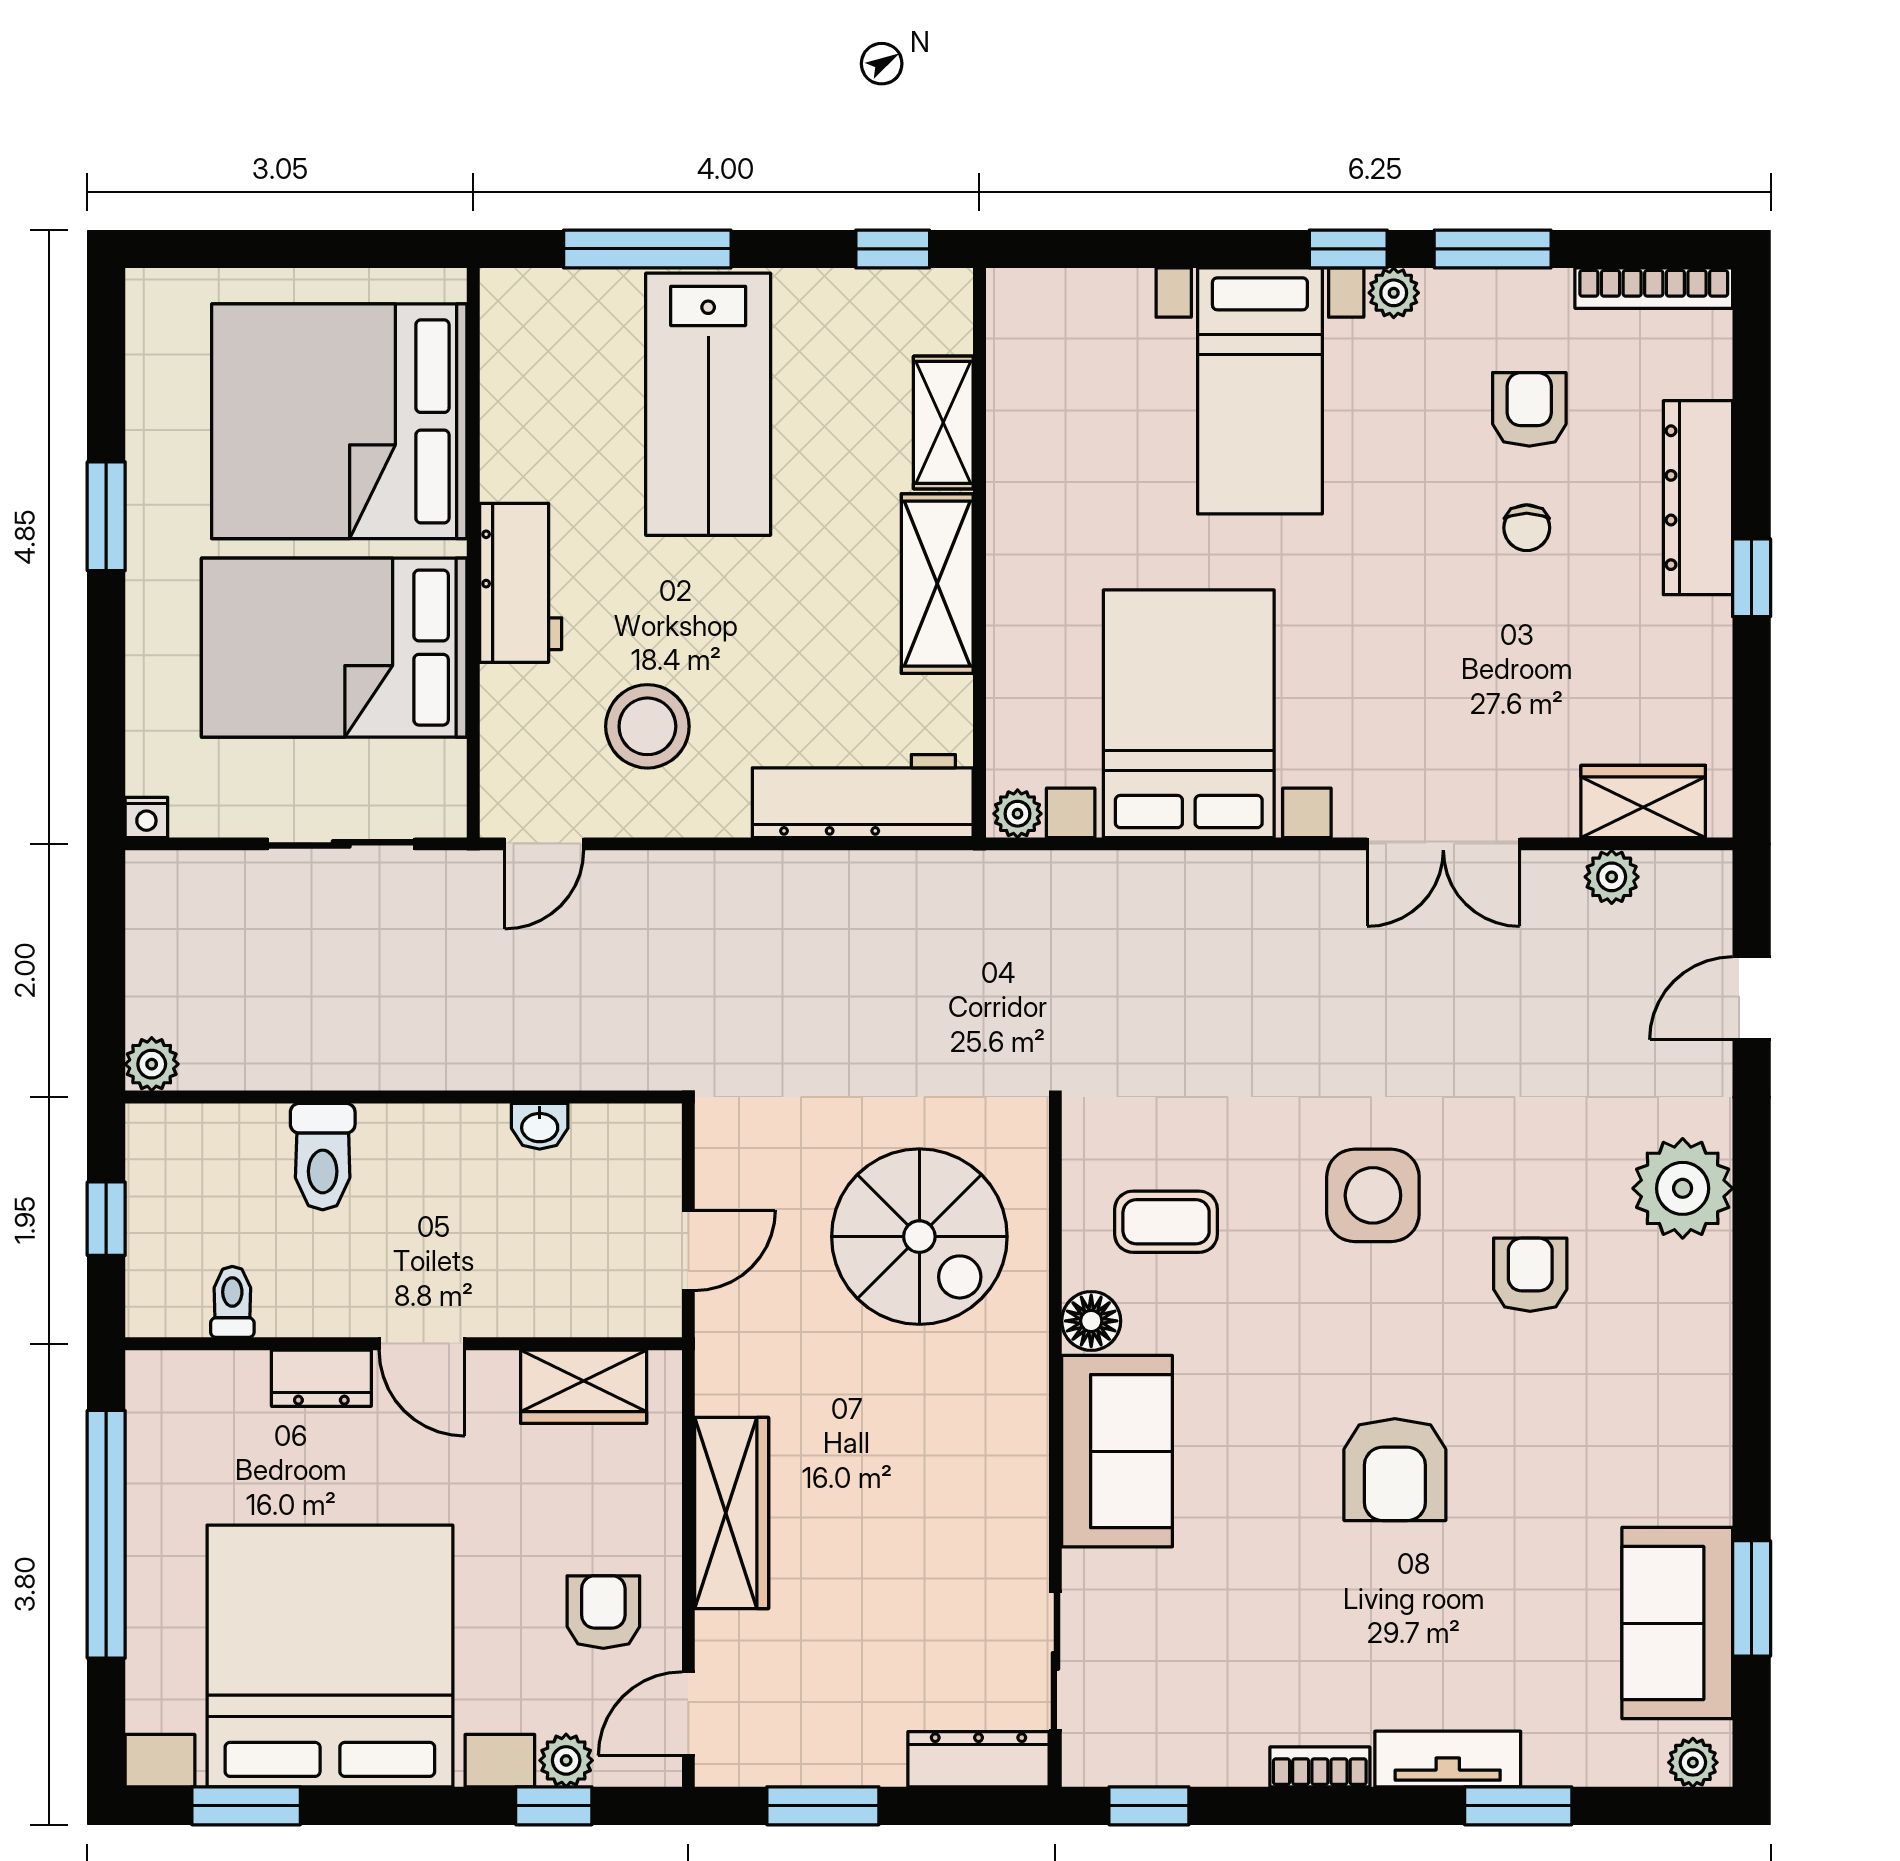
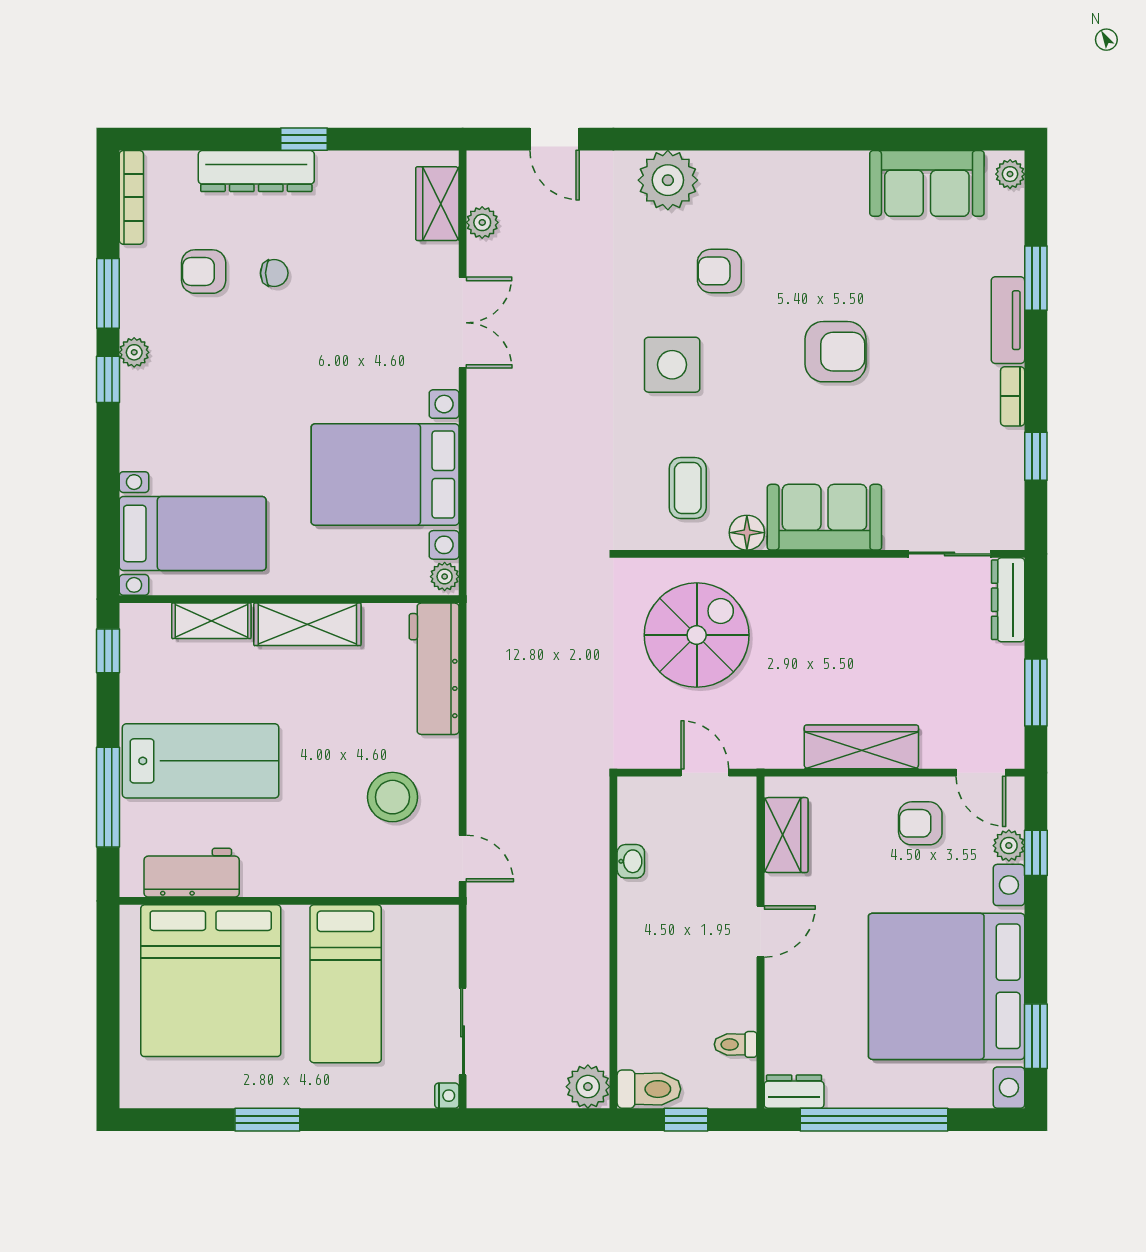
bed with nightstands: (1260, 391) -> (193, 533), moved
workbench: (521, 583) -> (192, 873), moved
bed: (334, 648) -> (346, 984), width x0.67
sliding door: (341, 844) -> (463, 1031), moved
plant: (152, 1064) -> (588, 1087), width x1.38, depth x1.38
toilet: (323, 1157) -> (649, 1089), moved
dresser: (321, 1378) -> (794, 1092), moved, turned -90
window: (1752, 1598) -> (912, 139), removed
window: (1149, 1806) -> (1036, 456), moved

